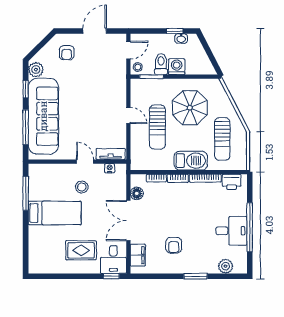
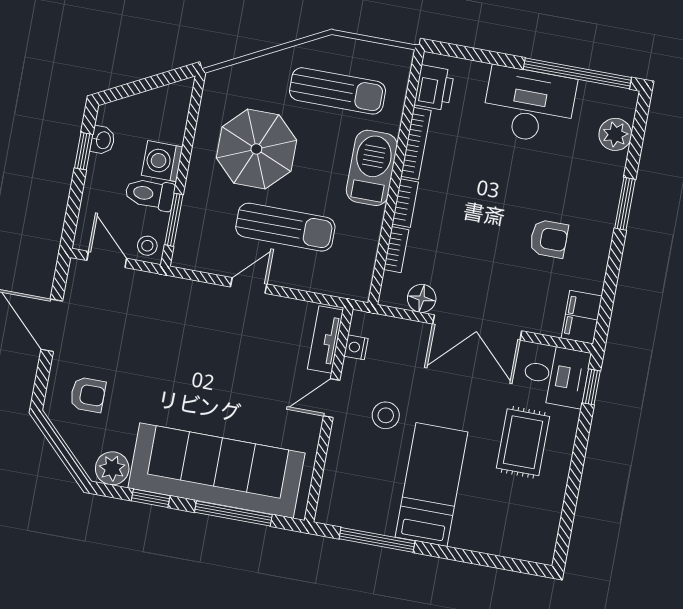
window: (250, 227) -> (577, 73), moved
desk: (231, 231) -> (529, 105), width x1.37
filing cabinet: (138, 255) -> (582, 317), moved, turned -90

